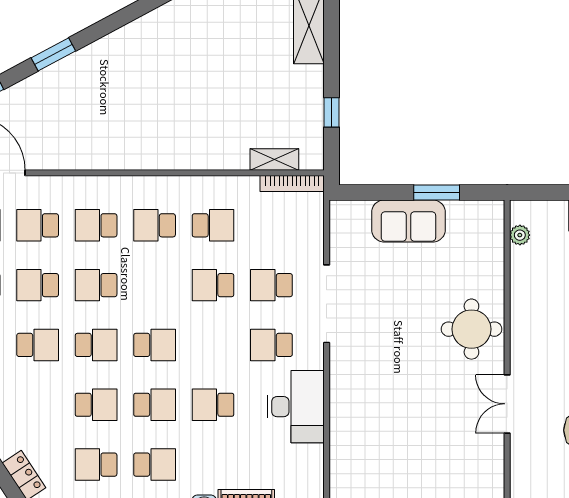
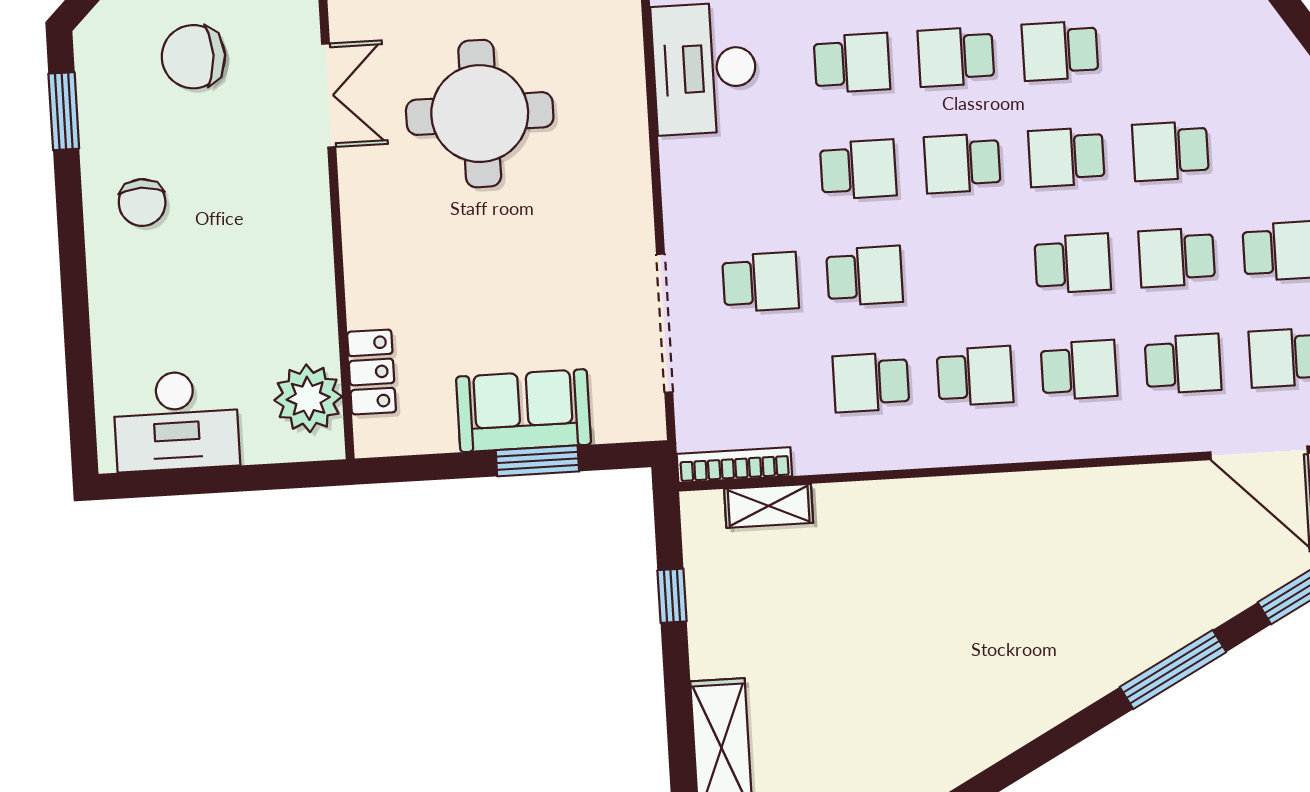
window: (53, 54) -> (1173, 670), width x1.44
window: (437, 192) -> (537, 461), moved
plant: (520, 235) -> (308, 398), width x1.88, depth x1.88
locker: (492, 248) -> (372, 372), added
school desk: (38, 285) -> (1177, 257), turned 180
doorway: (327, 304) -> (665, 323), moved
round table: (471, 329) -> (480, 114), moved, width x1.36, depth x1.36
school desk: (271, 345) -> (858, 169), moved

